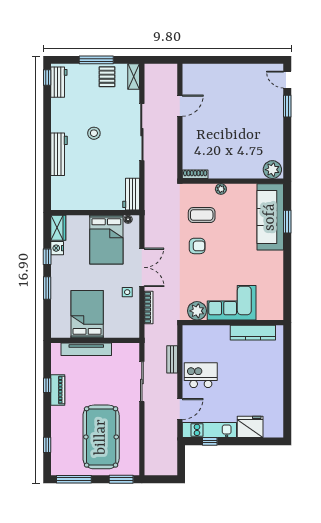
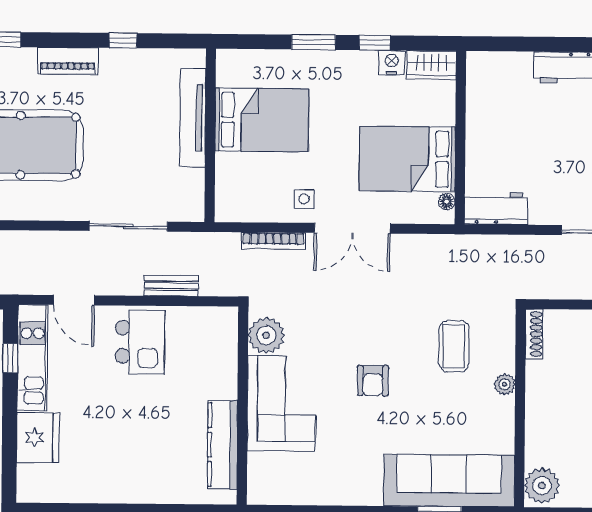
armchair: (197, 246) -> (373, 381), moved
piano: (58, 390) -> (68, 61), moved

